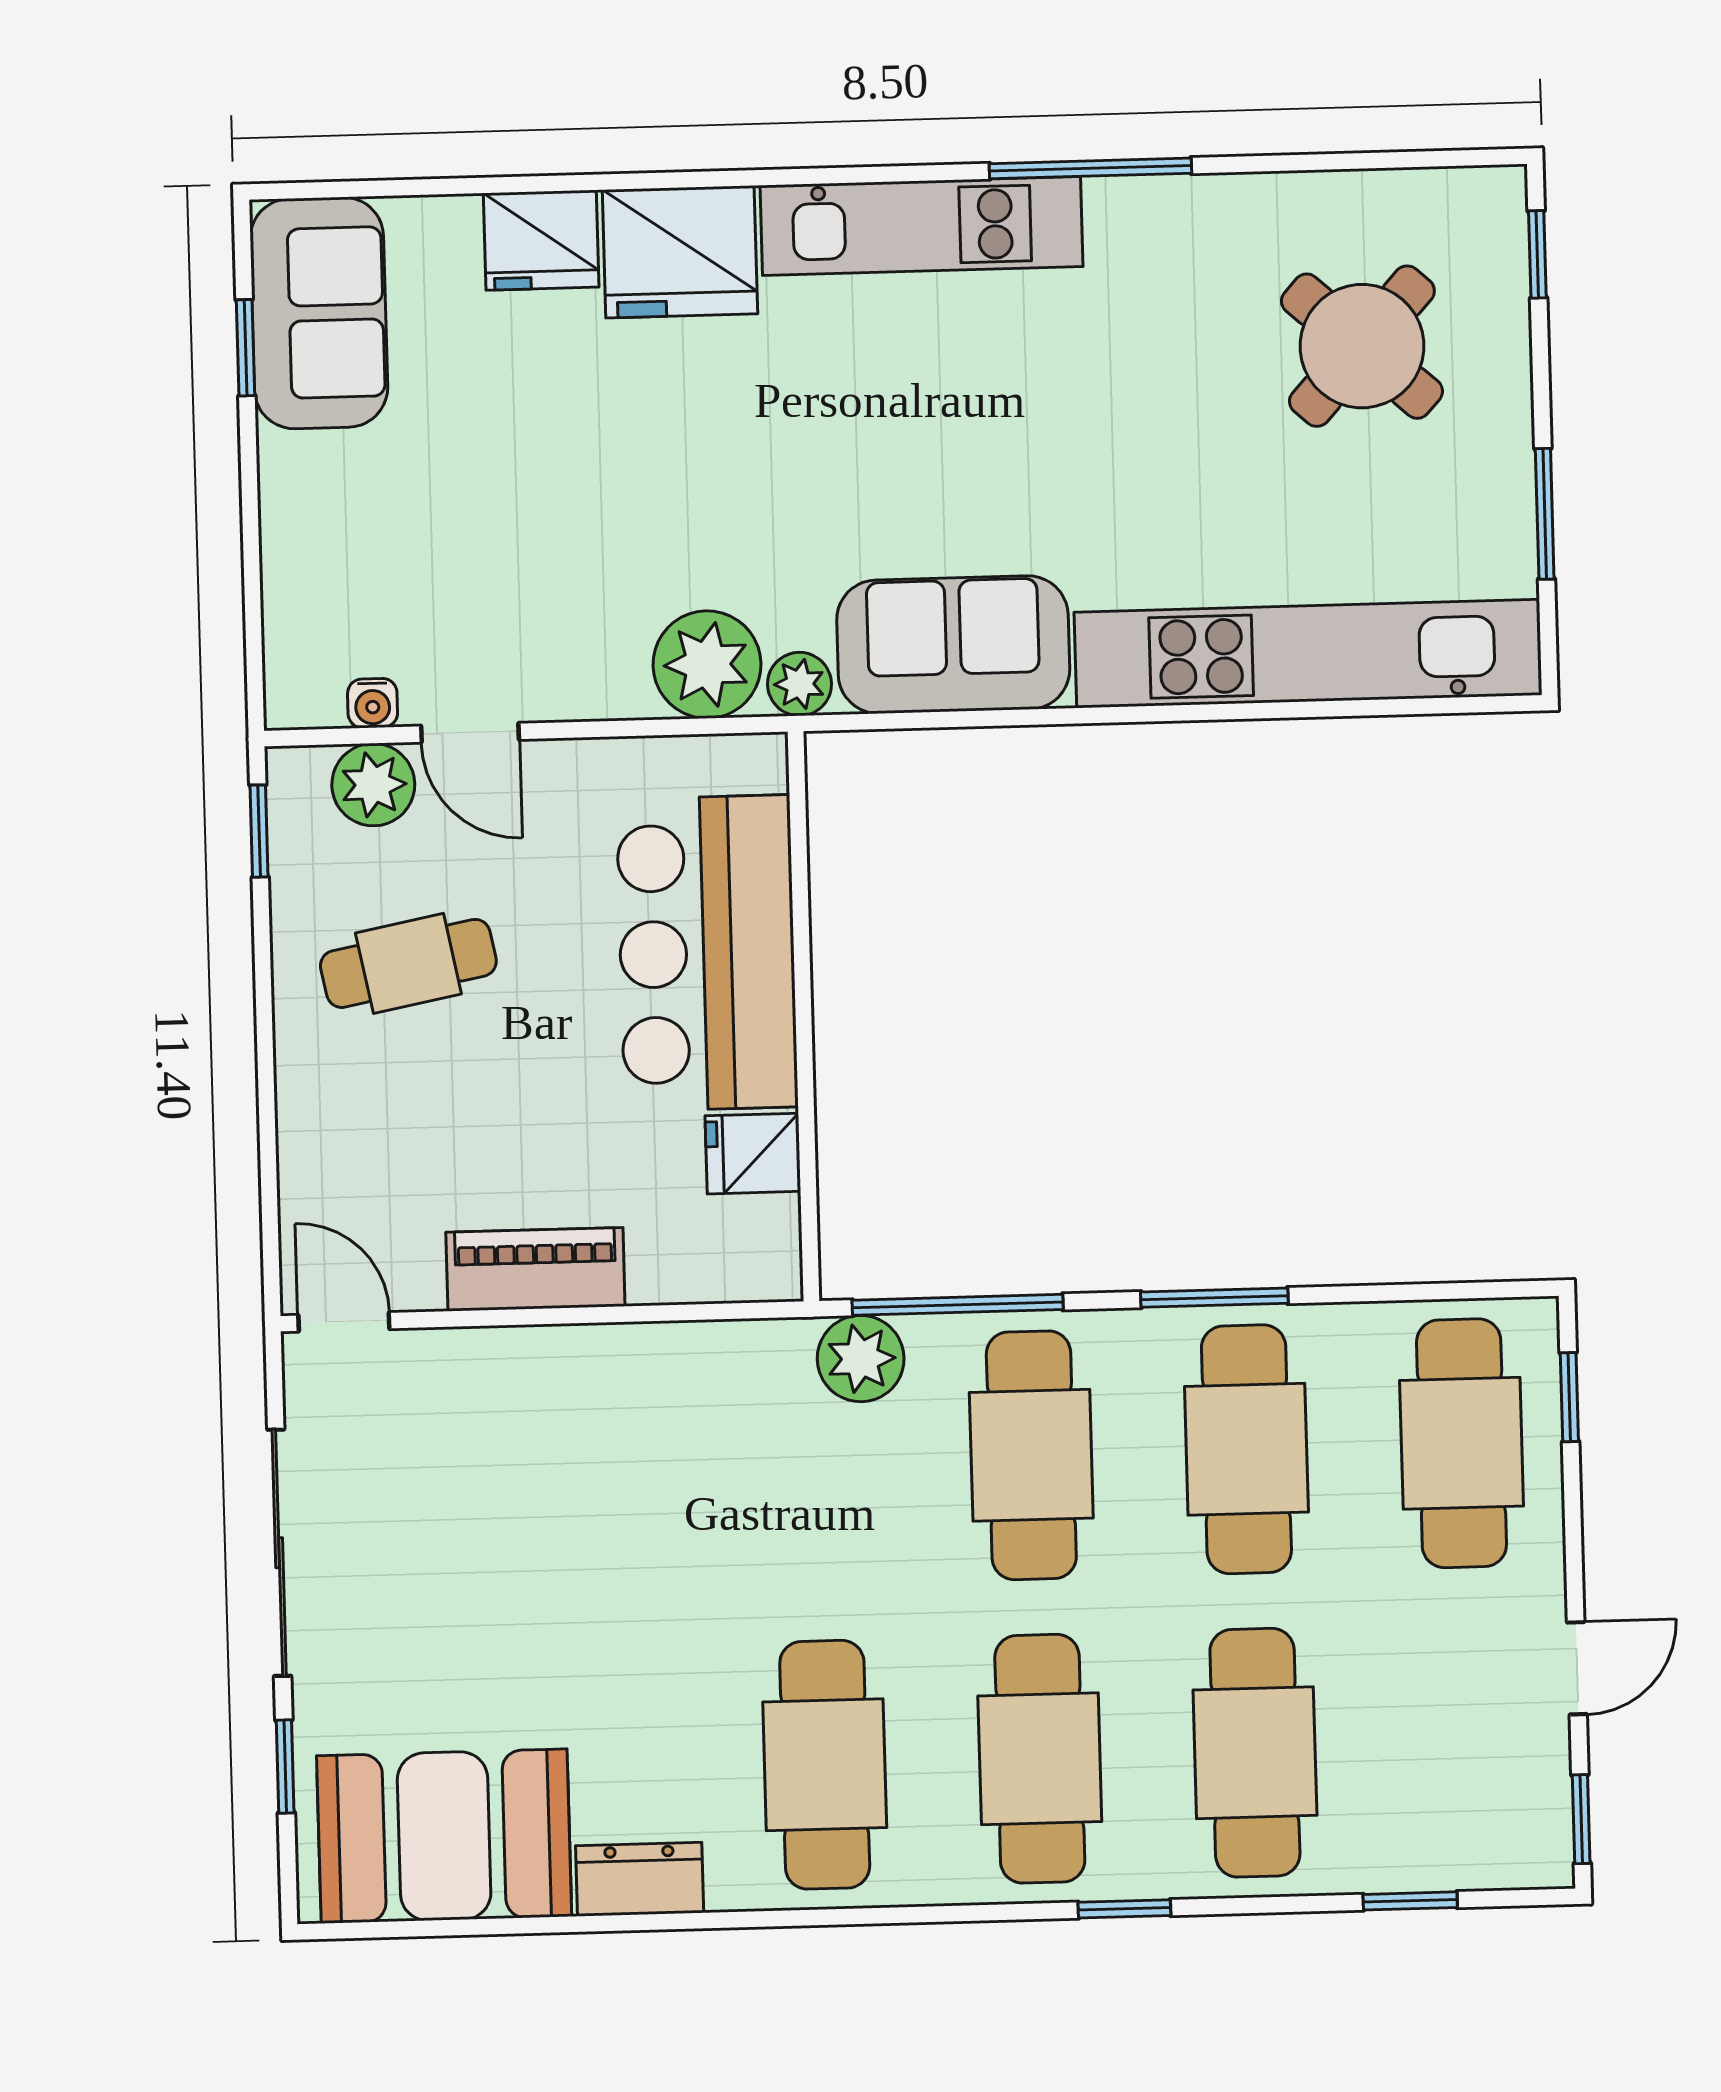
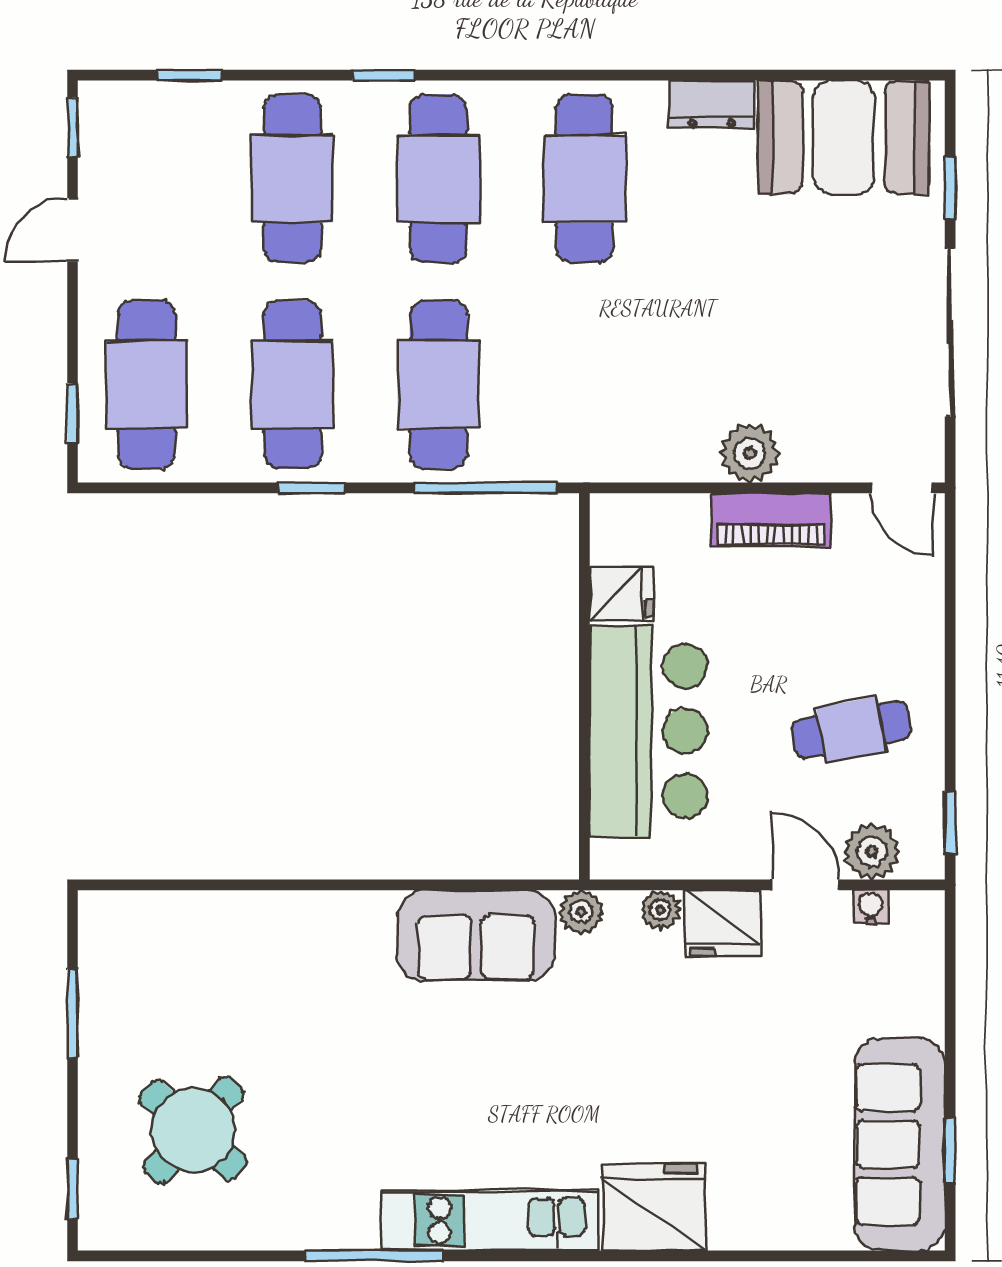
fridge: (541, 240) -> (722, 923), moved, turned 180
sofa: (319, 313) -> (900, 1144), width x1.36
kitchen unit: (1308, 654) -> (236, 923), removed
plant: (707, 665) -> (660, 910), width x0.53, depth x0.53
window: (1214, 1298) -> (311, 488), width x0.67
plant: (861, 1359) -> (750, 453), moved

